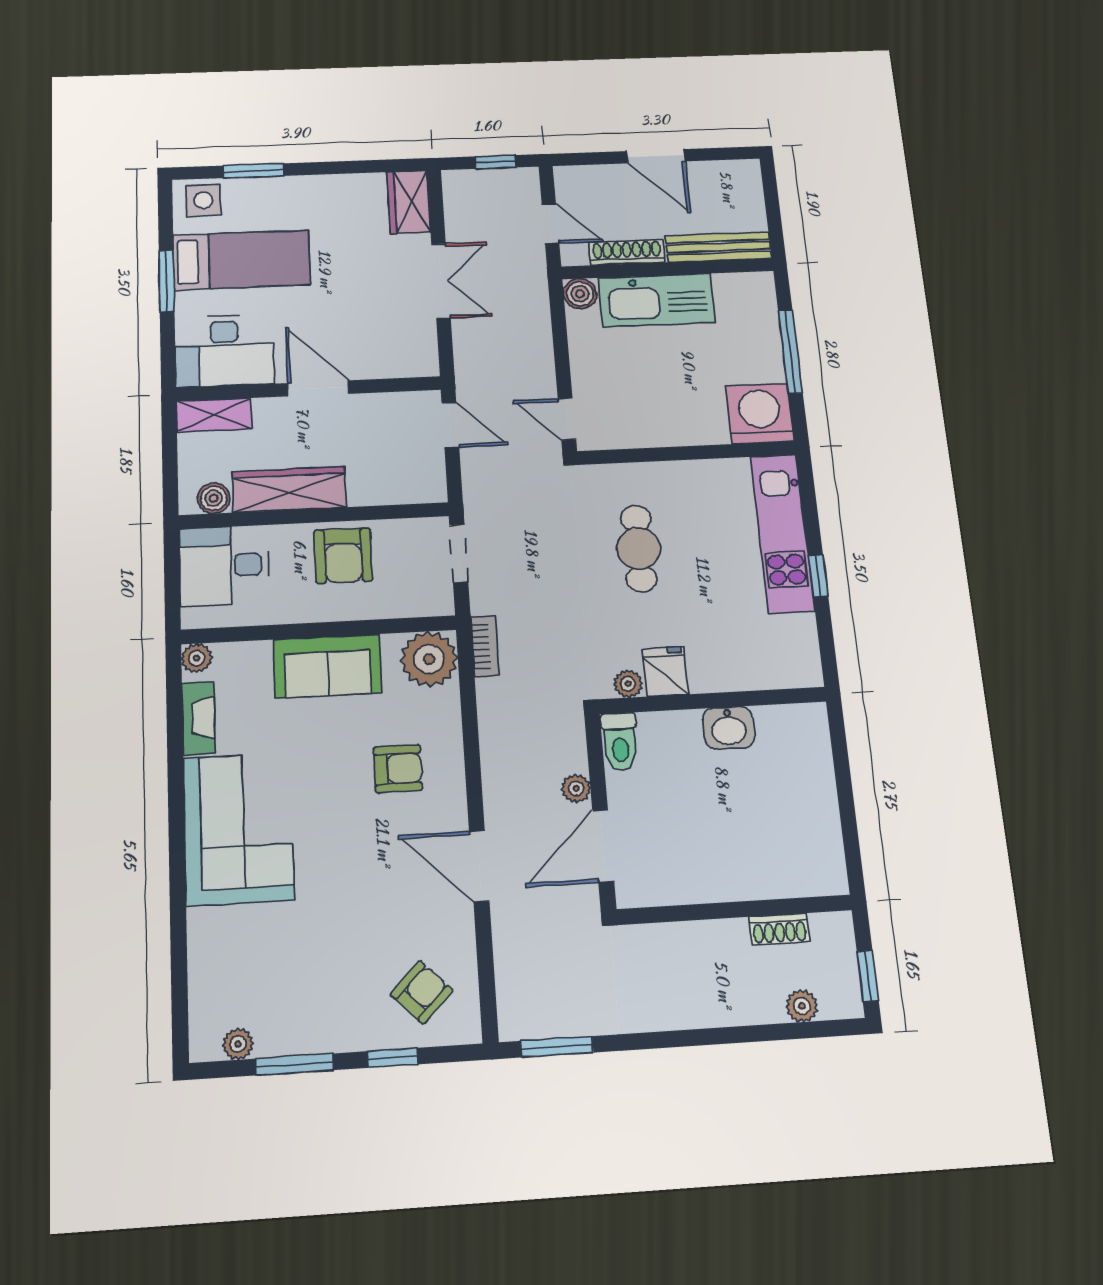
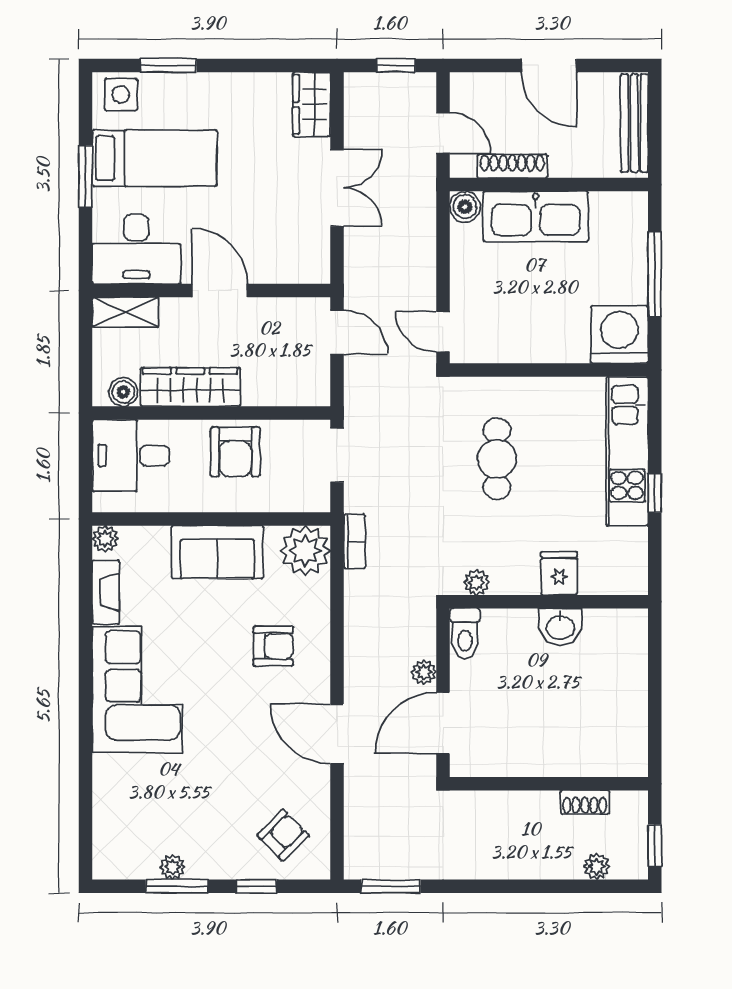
bench: (719, 247) -> (634, 123), moved, turned 90
fridge: (665, 671) -> (559, 573), moved
plant: (238, 1044) -> (173, 867), moved

